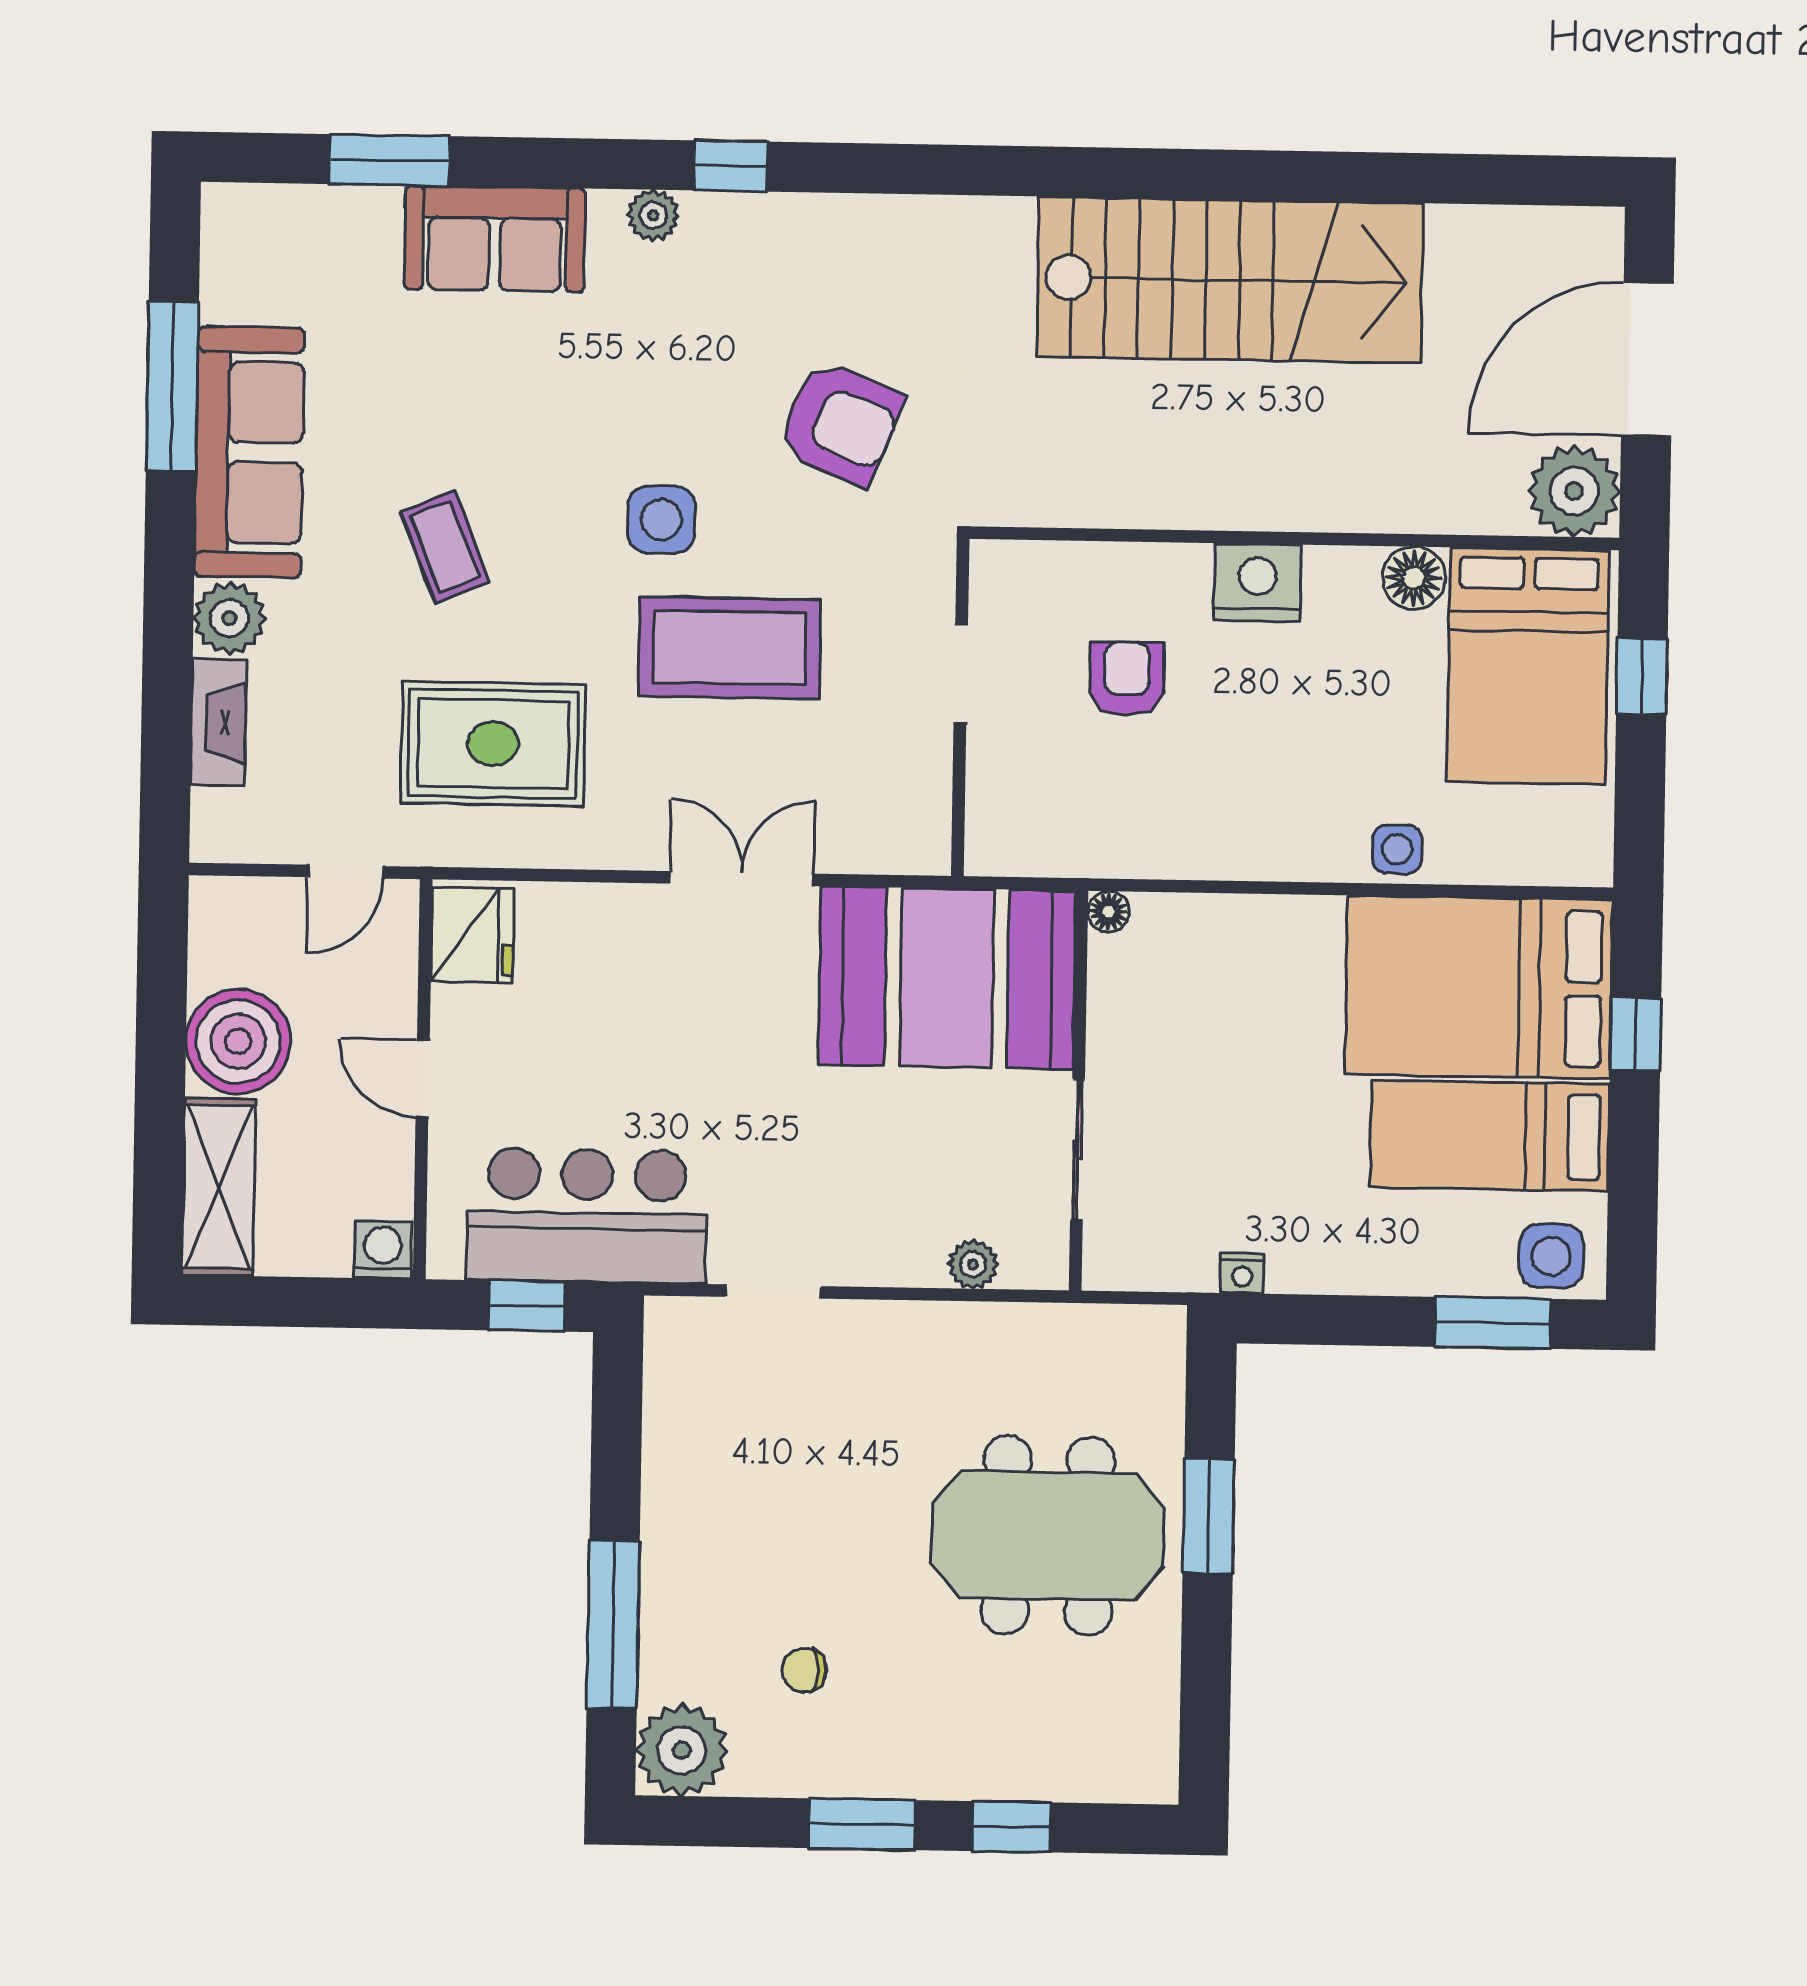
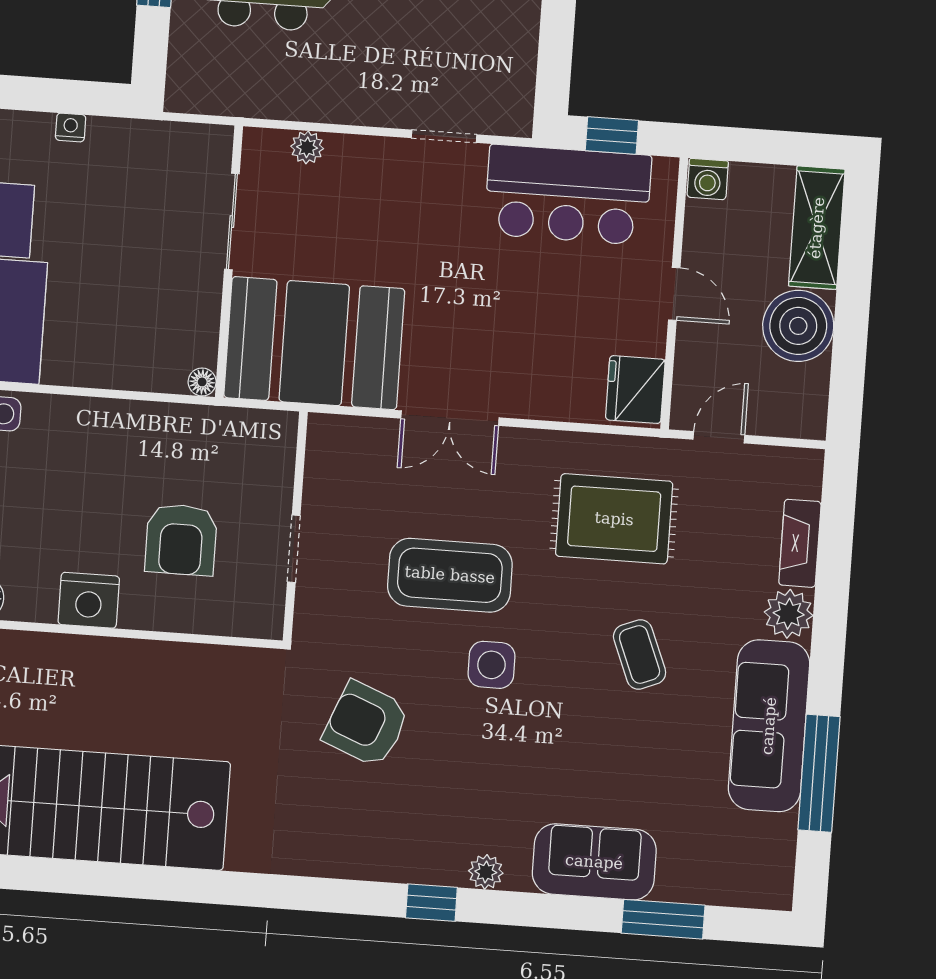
armchair: (1127, 679) -> (181, 540), width x1.38, depth x1.38
nightstand: (1242, 1273) -> (71, 127), moved

